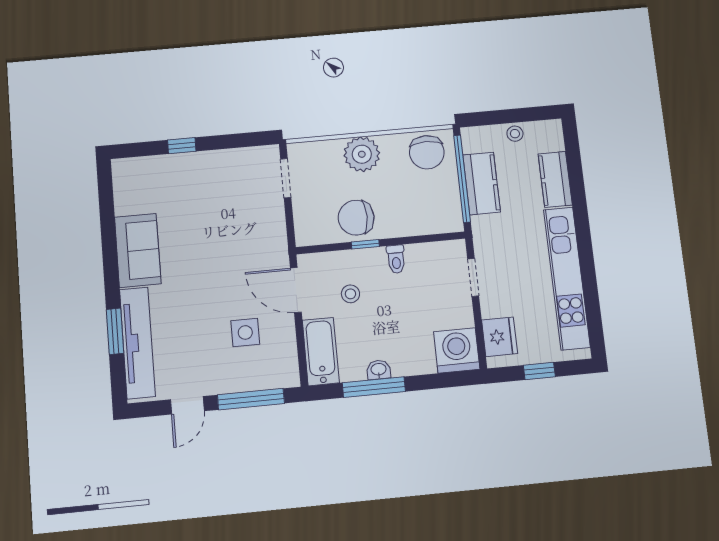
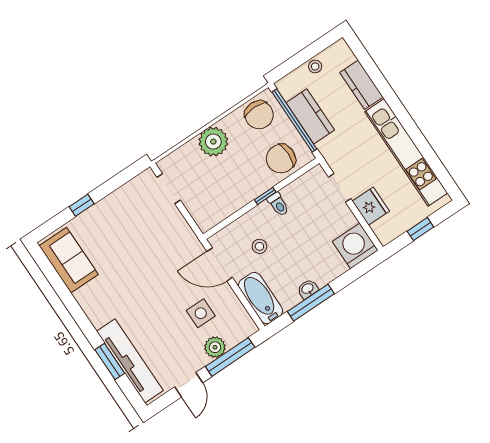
chair: (356, 218) -> (281, 159), moved
window: (365, 244) -> (265, 196), moved
sofa: (138, 250) -> (69, 260), moved
fridge: (500, 337) -> (371, 206), moved
plant: (240, 379) -> (215, 347), added

